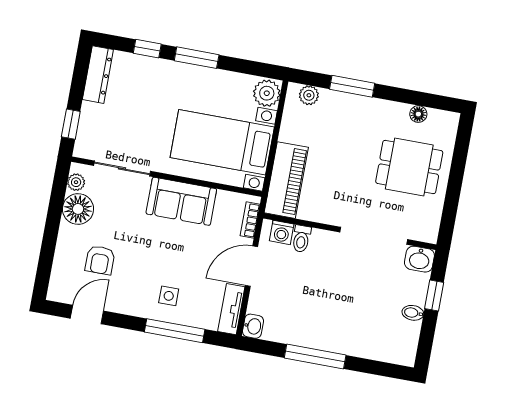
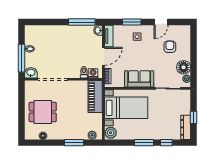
window: (71, 124) -> (193, 117), moved
window: (434, 296) -> (22, 58), width x2.17
door: (87, 315) -> (161, 22), moved
window: (175, 331) -> (132, 22), width x0.69
window: (315, 356) -> (82, 22), moved

